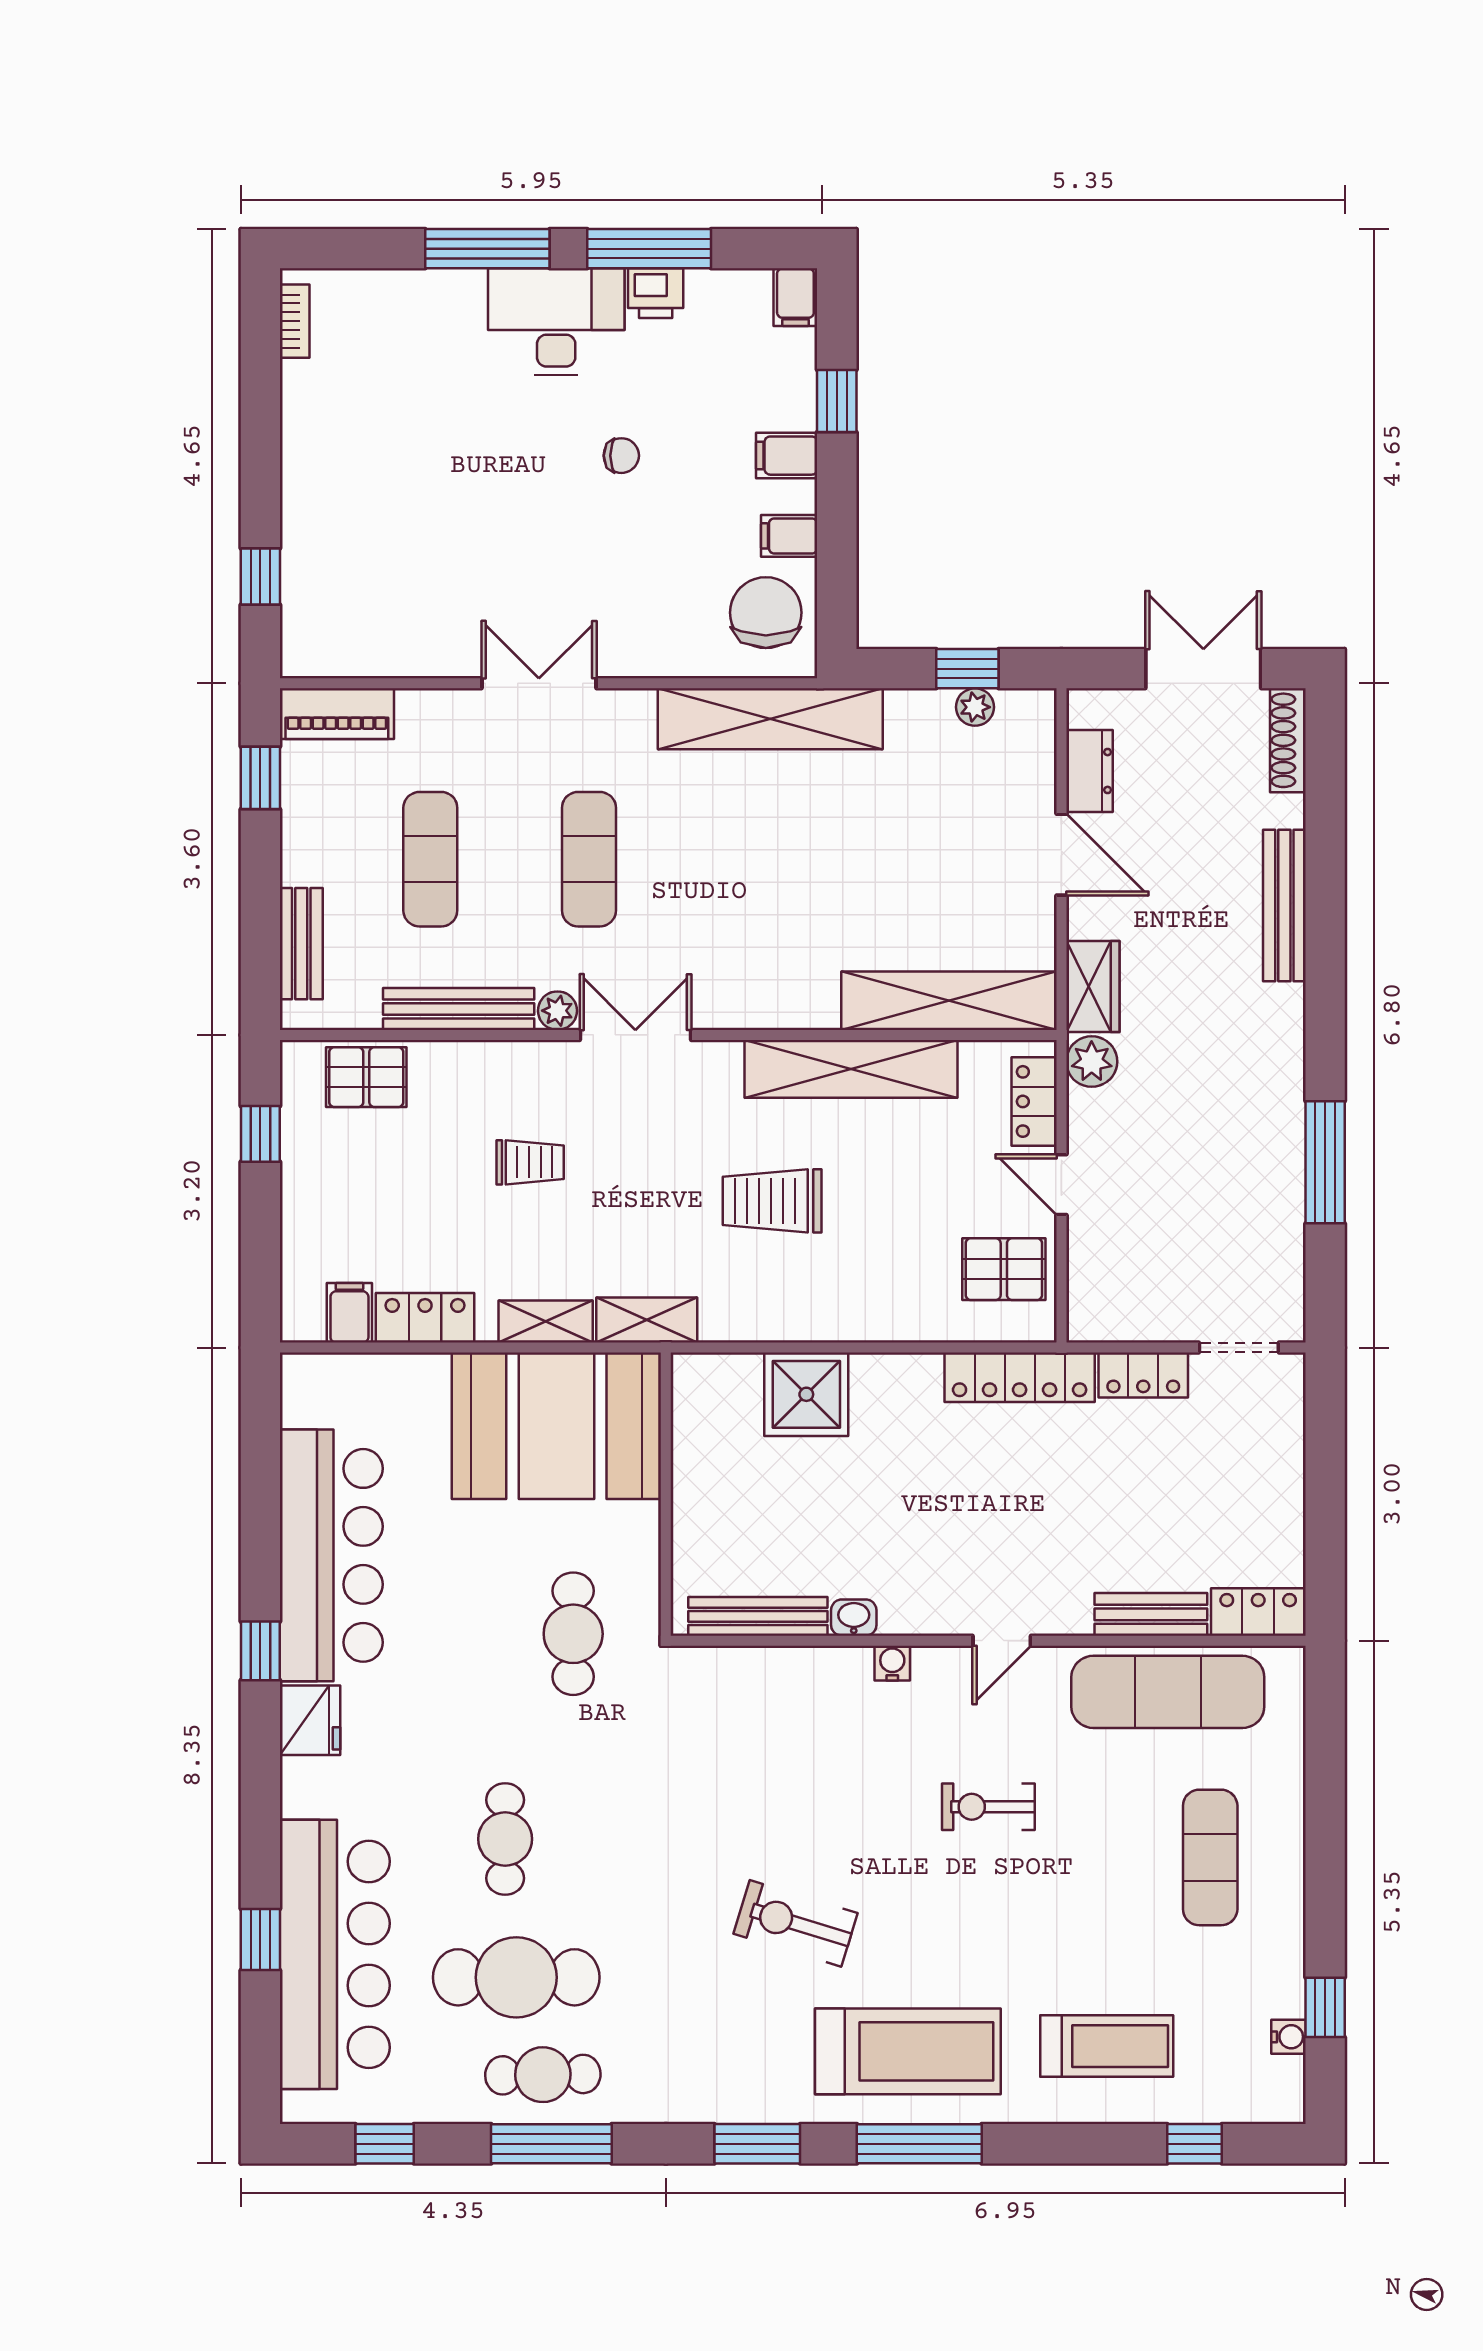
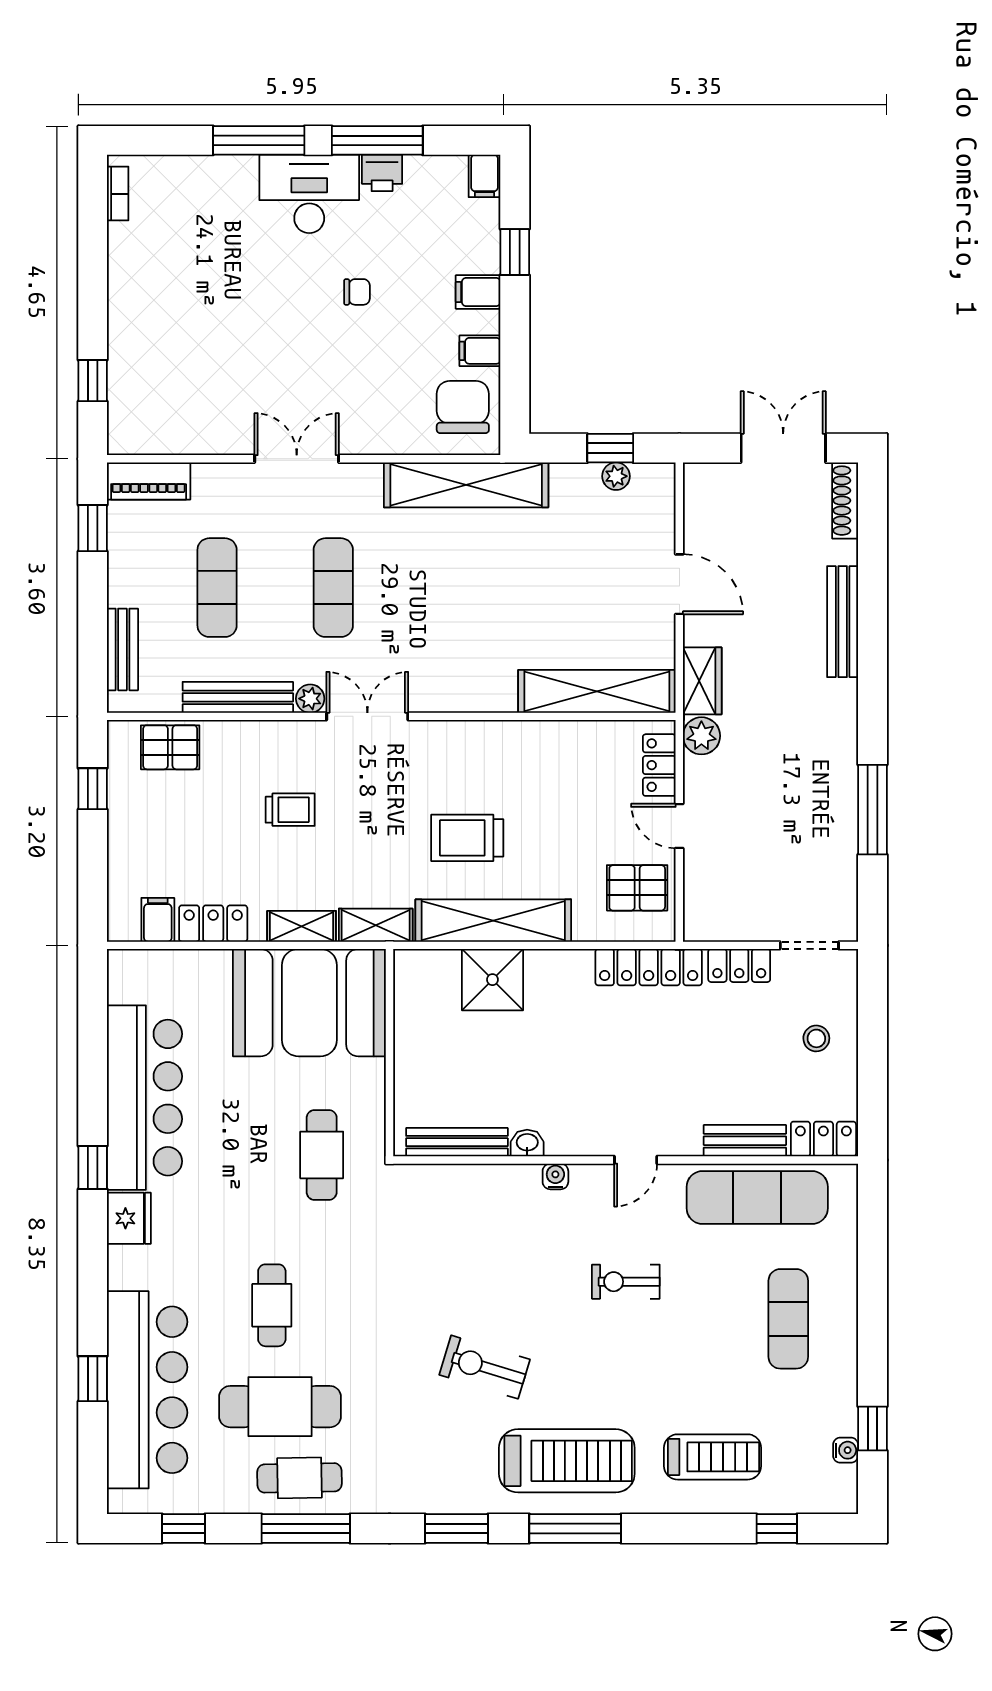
dresser: (1089, 771) -> (700, 523), removed
shelving: (851, 1069) -> (493, 921), moved
stool: (1249, 1475) -> (816, 1038), added

